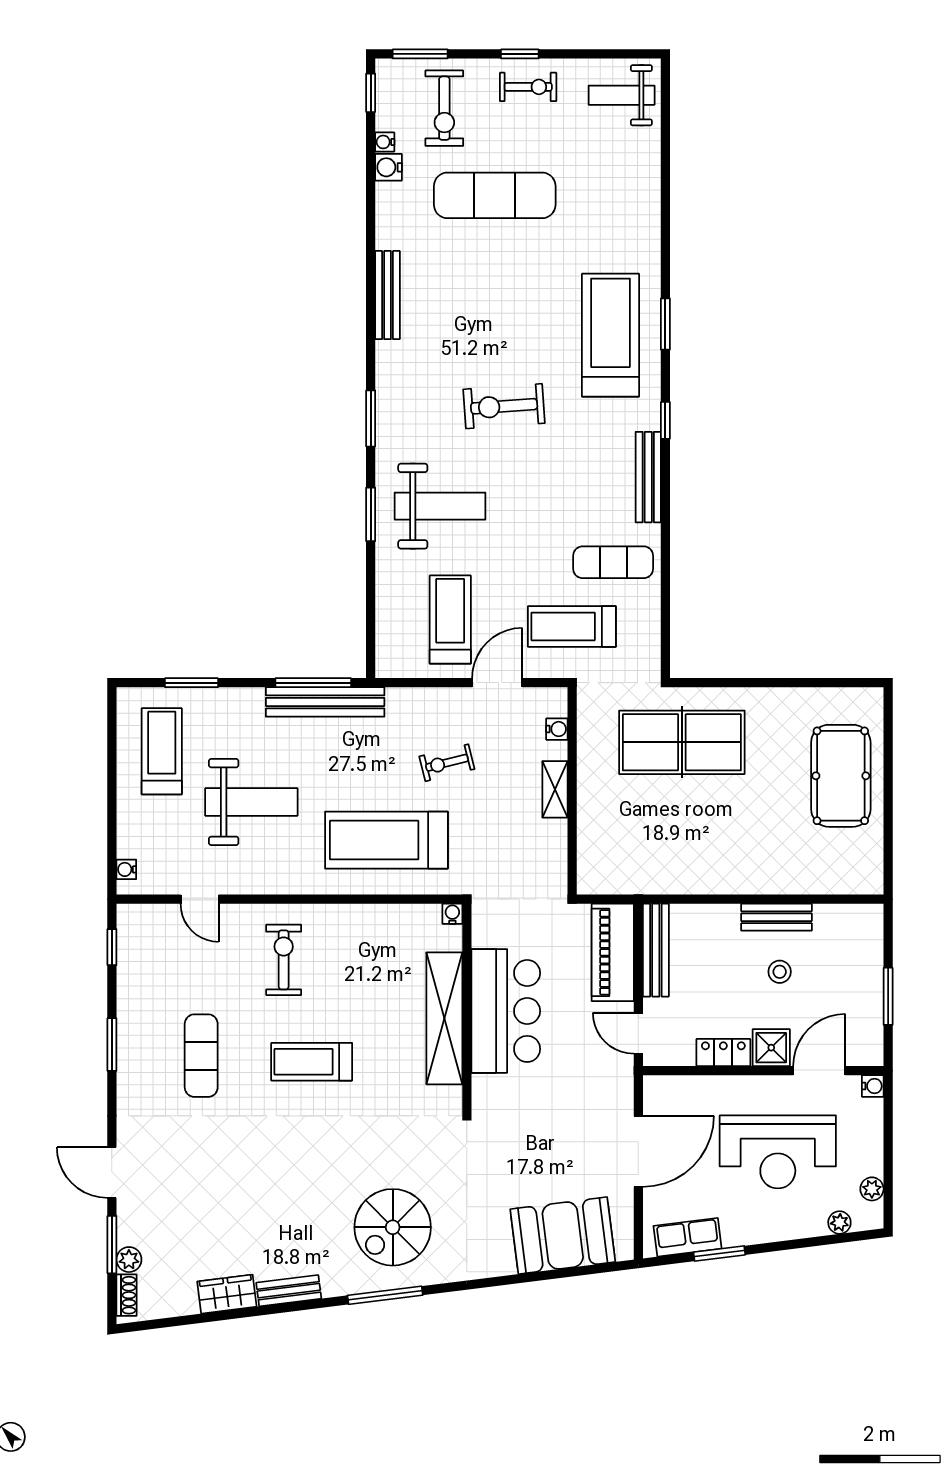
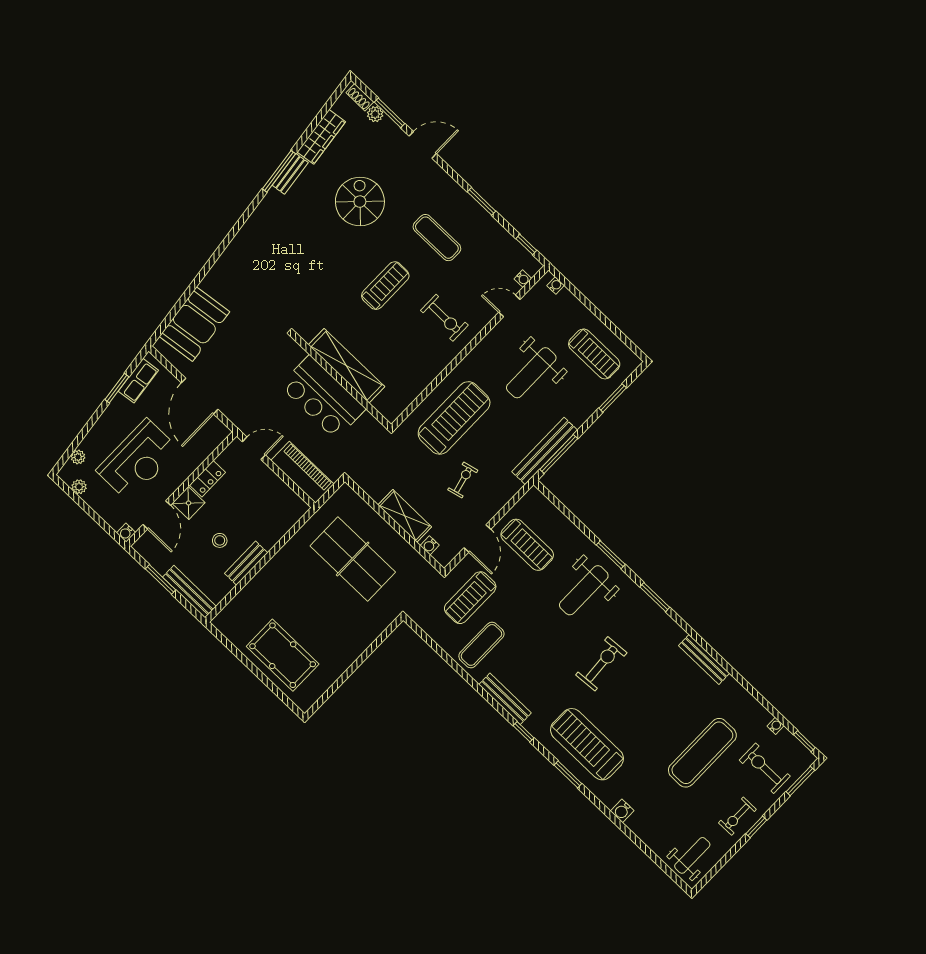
water cooler: (388, 167) -> (622, 811), moved, turned 180
treadmill: (610, 335) -> (587, 744), turned 180
treadmill: (572, 626) -> (470, 598), turned 180
table tennis table: (682, 742) -> (353, 559), moved, turned 90
shelving: (555, 789) -> (405, 516), width x1.50, depth x1.33
water cooler: (452, 914) -> (523, 279), moved
bench: (656, 950) -> (189, 592), moved
reception desk: (778, 1152) -> (138, 460), turned 180
spiral stairs: (393, 1227) -> (360, 202), moved
wardrobe: (227, 1294) -> (321, 137), width x1.50
window: (385, 1295) -> (279, 171), moved

